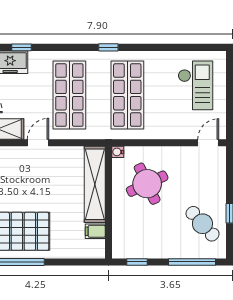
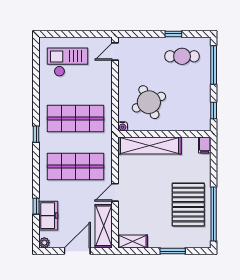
door: (38, 143) -> (115, 192), hinge flipped
door: (208, 143) -> (115, 51), hinge flipped
cafe table: (202, 224) -> (182, 56), turned 42
filing cabinet: (95, 231) -> (205, 145), moved

